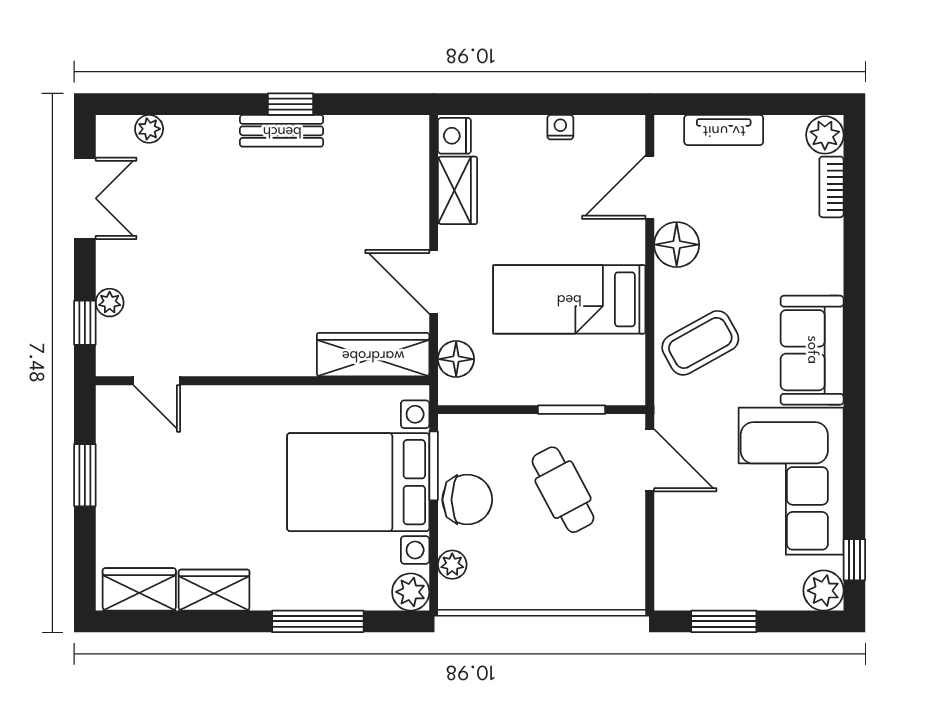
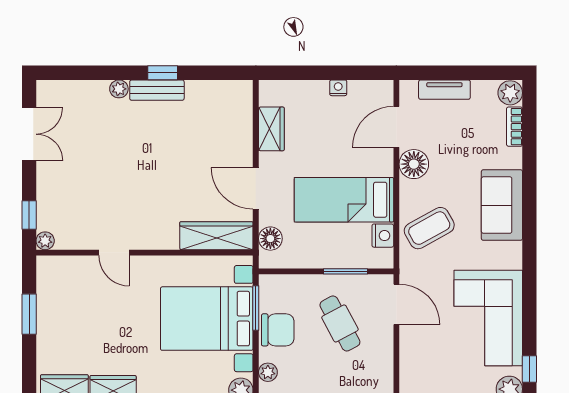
plant: (149, 129) -> (119, 89), moved
nightstand: (454, 136) -> (383, 236), moved, turned 180
plant: (110, 303) -> (45, 241), moved
sofa: (812, 350) -> (502, 205), moved
door: (157, 381) -> (114, 253), moved

